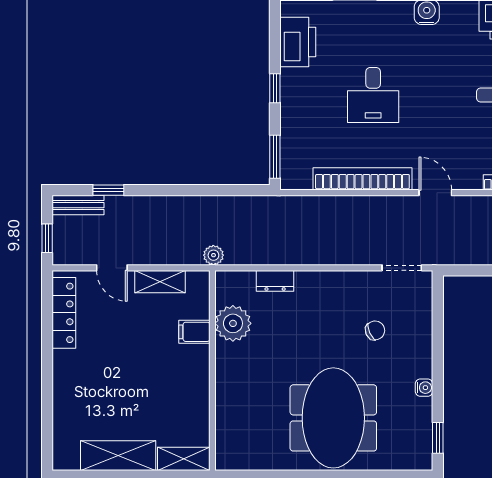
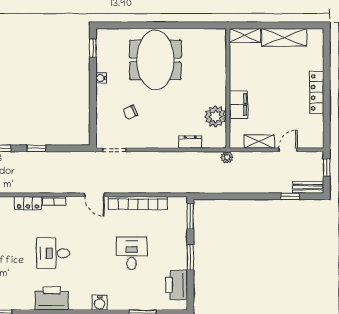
window: (275, 88) -> (190, 257), width x1.50
door: (112, 268) -> (288, 150), hinge flipped
locker: (64, 313) -> (317, 92), moved
filing cabinet: (194, 332) -> (239, 104), width x2.00

